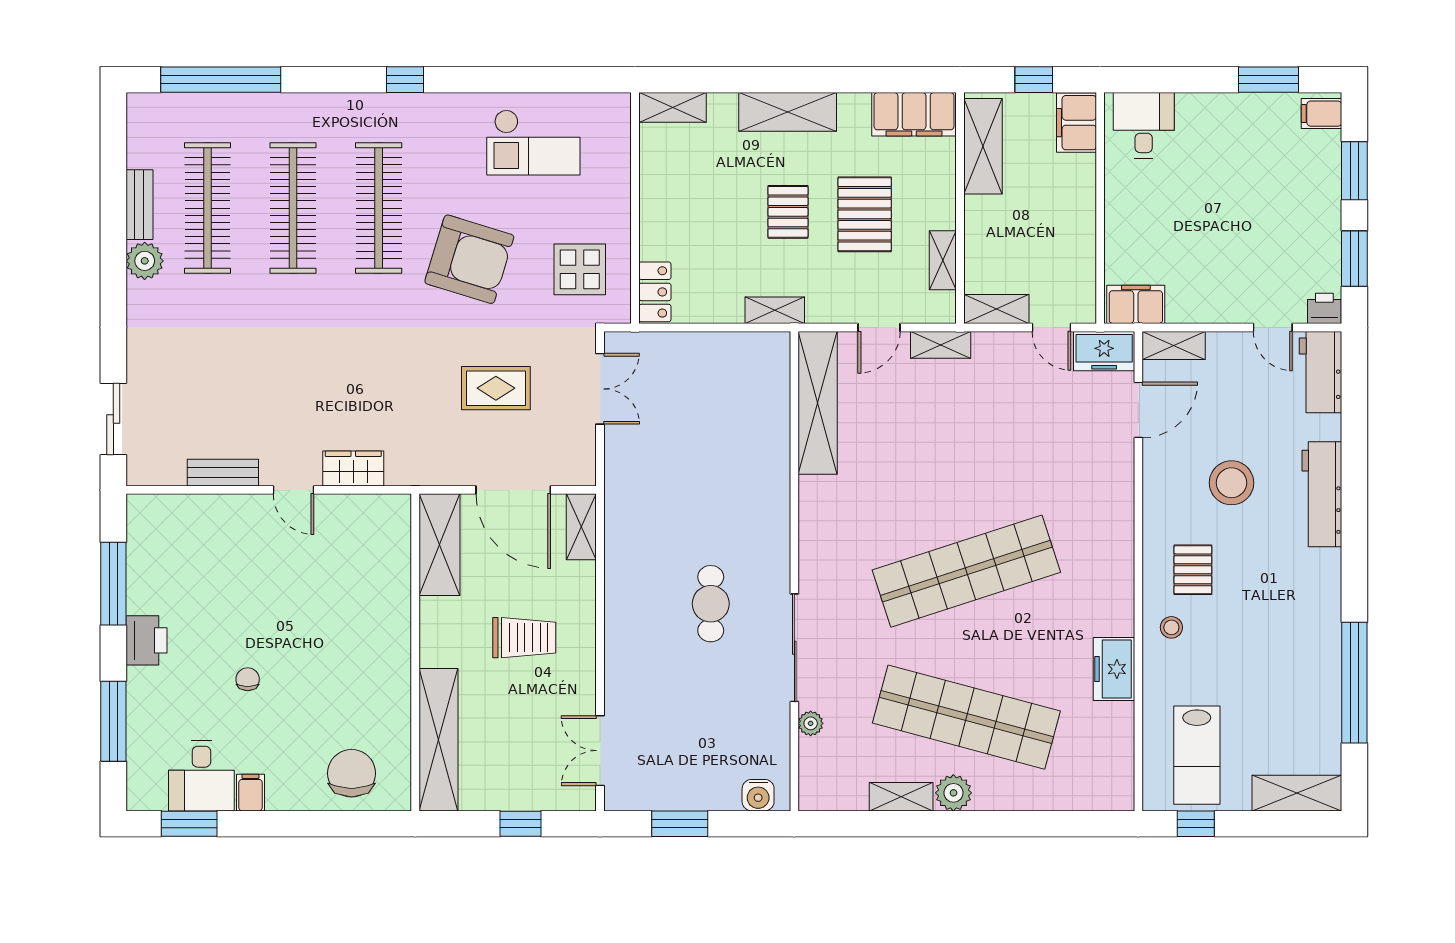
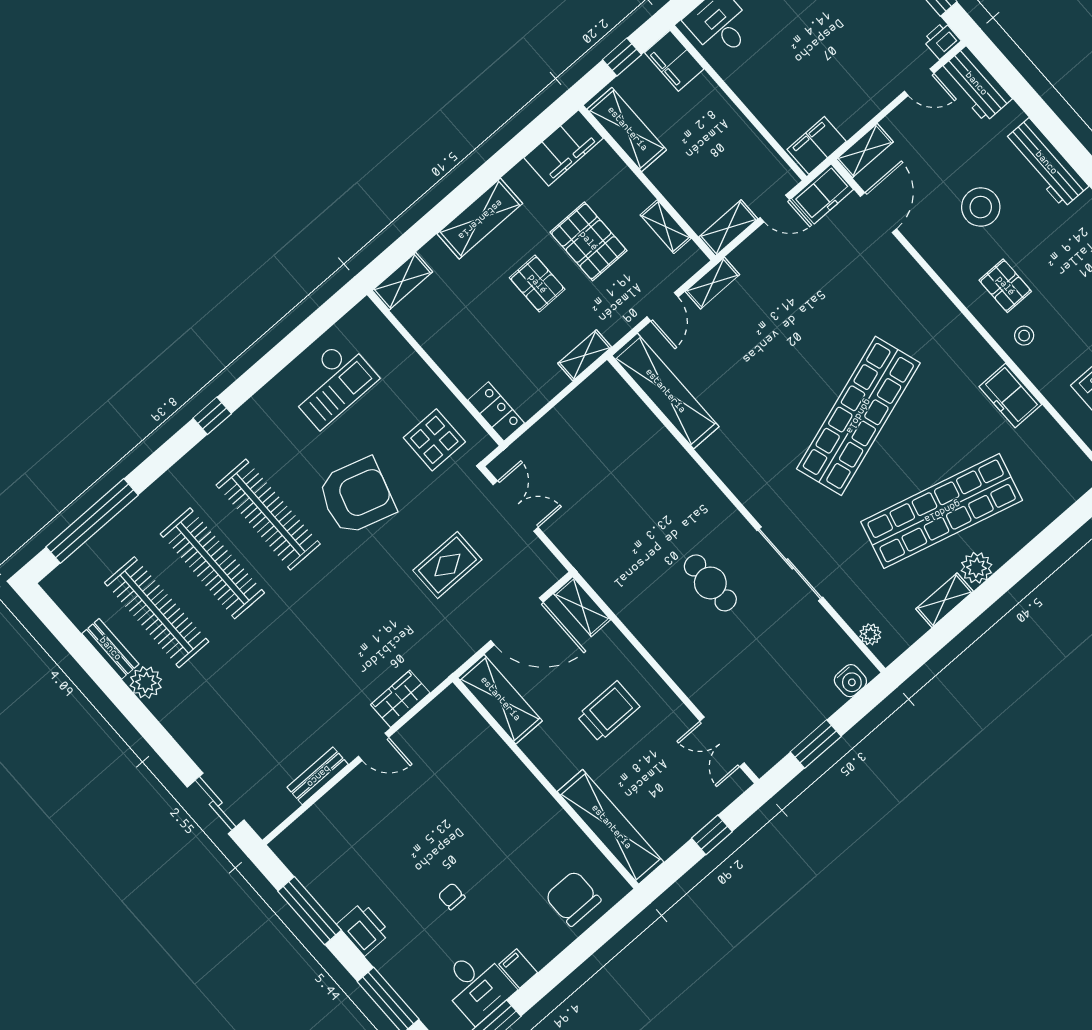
plant: (811, 723) -> (870, 634), moved

